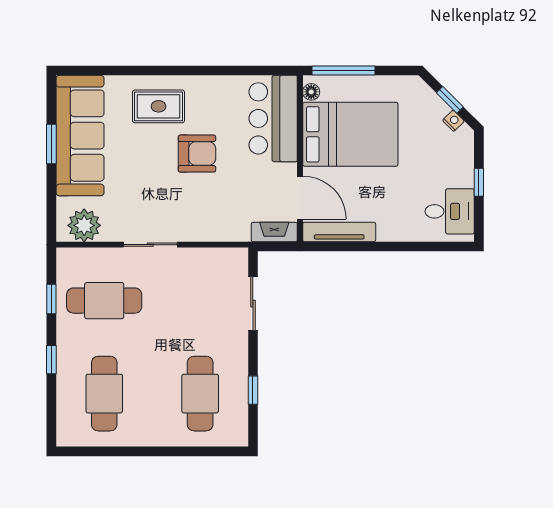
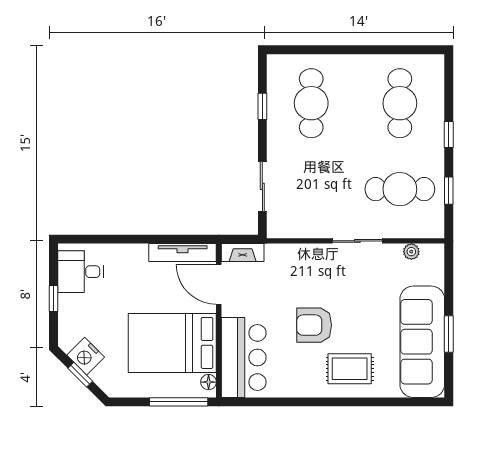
nightstand: (453, 121) -> (86, 356), width x1.89, depth x1.79
plant: (84, 225) -> (411, 252), width x0.53, depth x0.53

